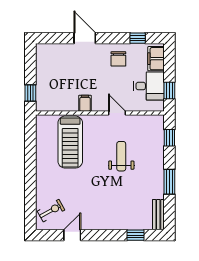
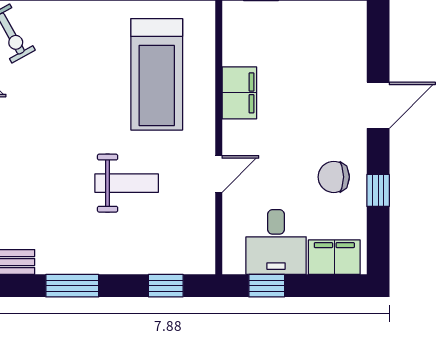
window: (138, 38) -> (378, 190), moved
filing cabinet: (85, 103) -> (239, 93), width x2.00
treadmill: (70, 142) -> (157, 74), turned -90

